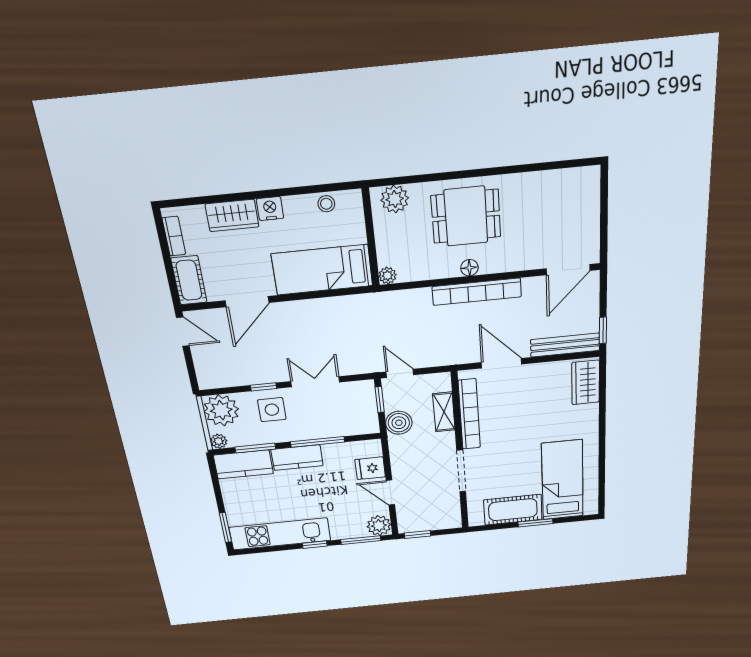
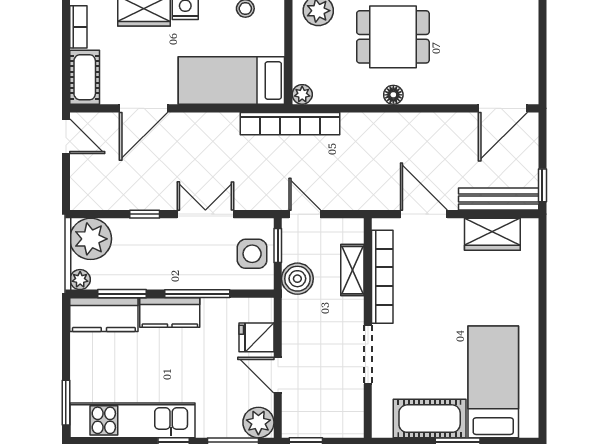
bookcase: (477, 292) -> (290, 124), moved
wardrobe: (586, 382) -> (492, 234), moved, turned -90
side table: (272, 410) -> (252, 254), moved

